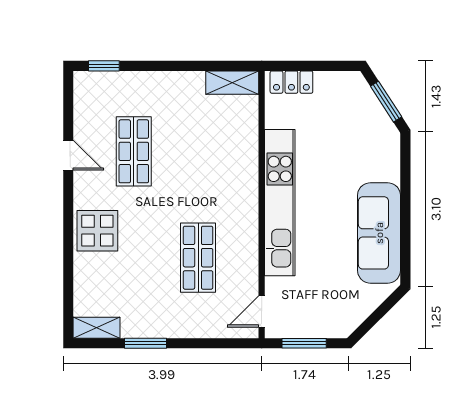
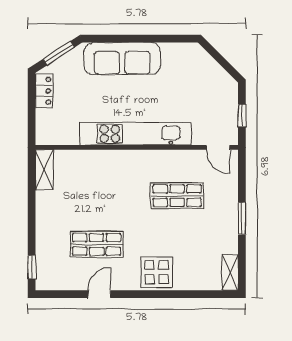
locker: (291, 82) -> (44, 91), moved
sofa: (379, 233) -> (122, 59), moved
window: (145, 343) -> (242, 218), moved
window: (304, 343) -> (242, 115), width x0.67

